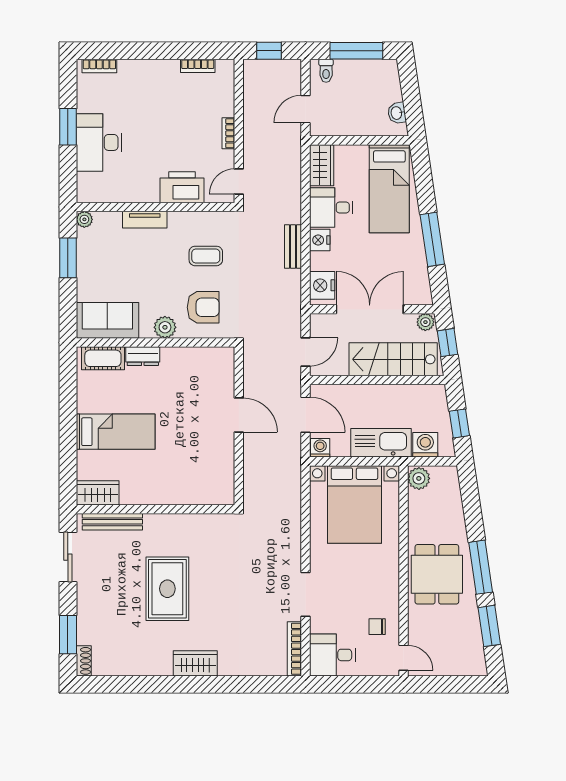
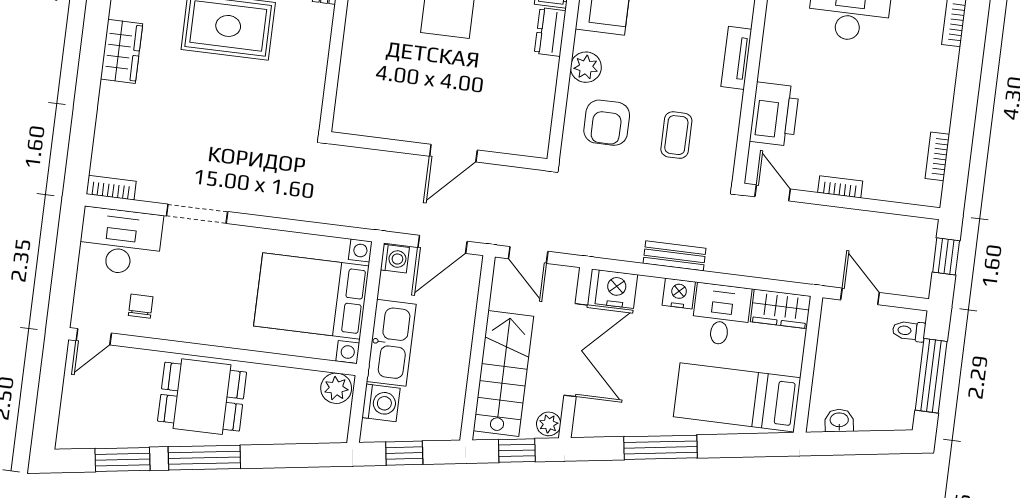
bookcase: (294, 649) -> (111, 188), width x0.64
desk: (332, 655) -> (120, 242), width x1.37

